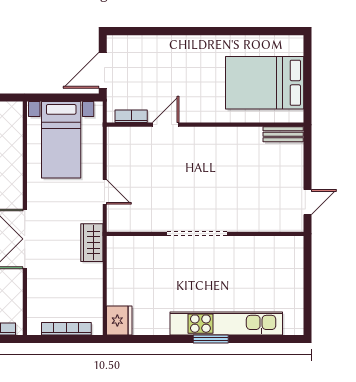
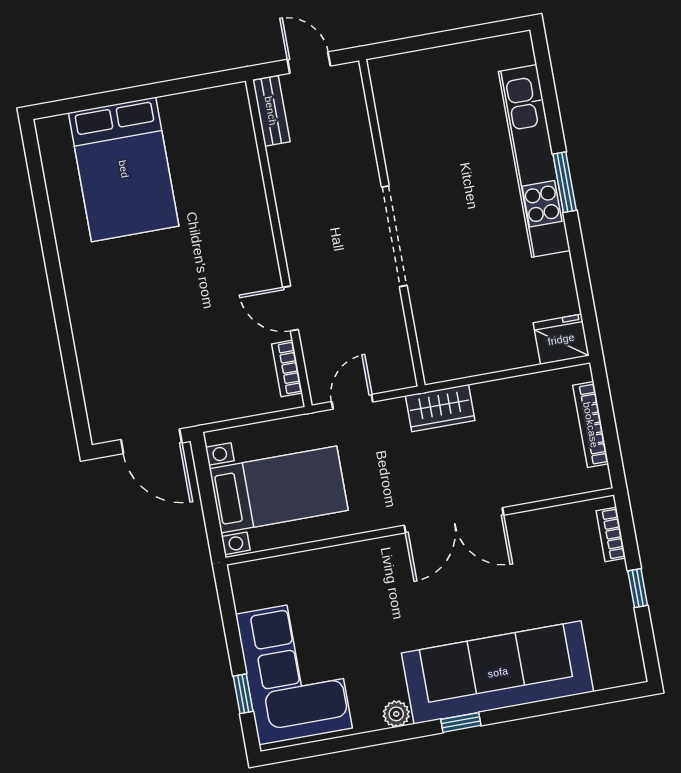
bookcase: (131, 116) -> (287, 368), moved
door: (166, 125) -> (291, 308), moved
wall: (205, 125) -> (279, 243), moved
bench: (283, 134) -> (271, 111), moved

